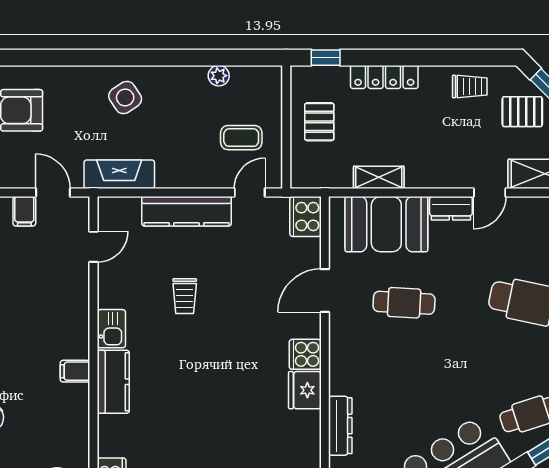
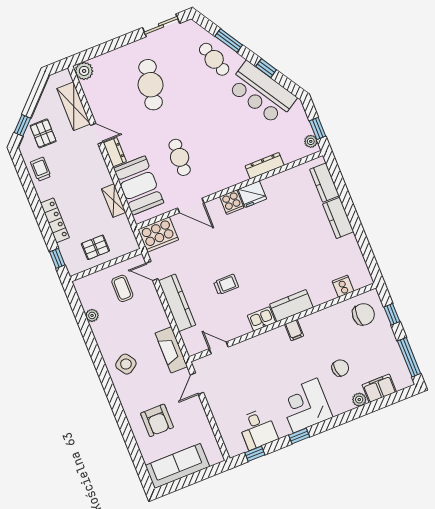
filing cabinet: (24, 211) -> (214, 396), removed
cooker: (305, 216) -> (158, 235), width x1.37, depth x1.31

